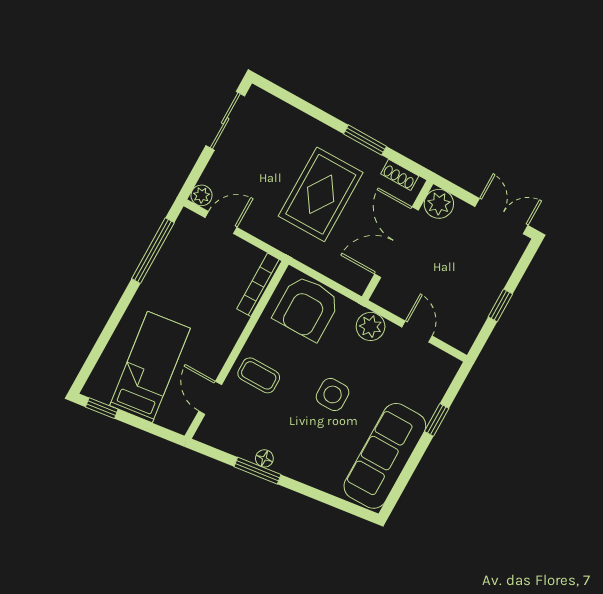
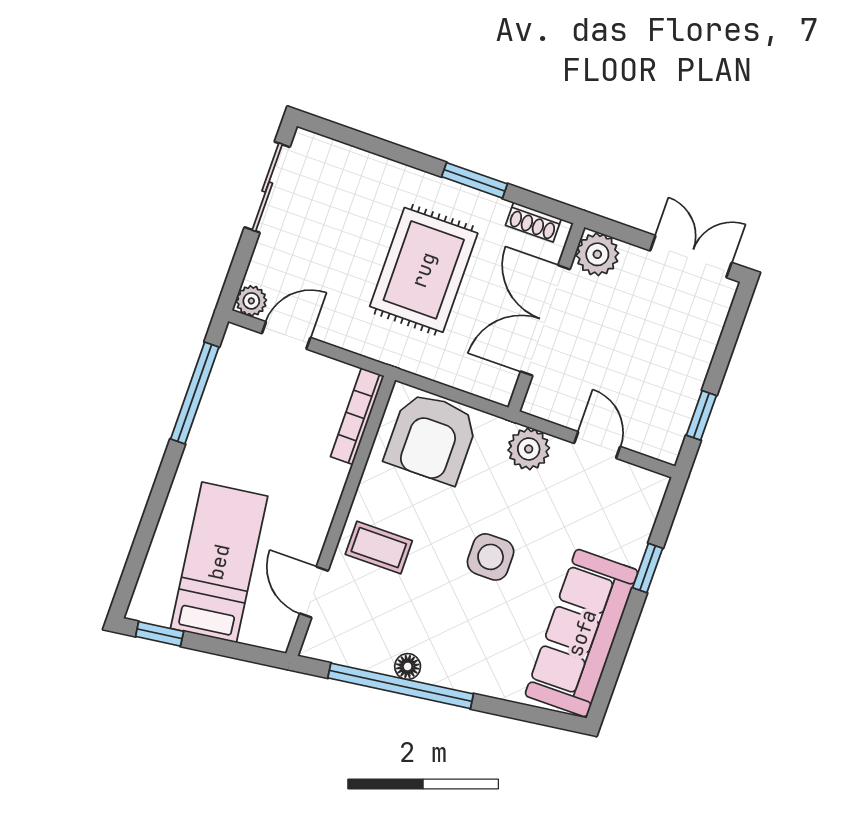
window: (500, 305) -> (701, 415), moved
window: (257, 471) -> (401, 686), width x2.11

